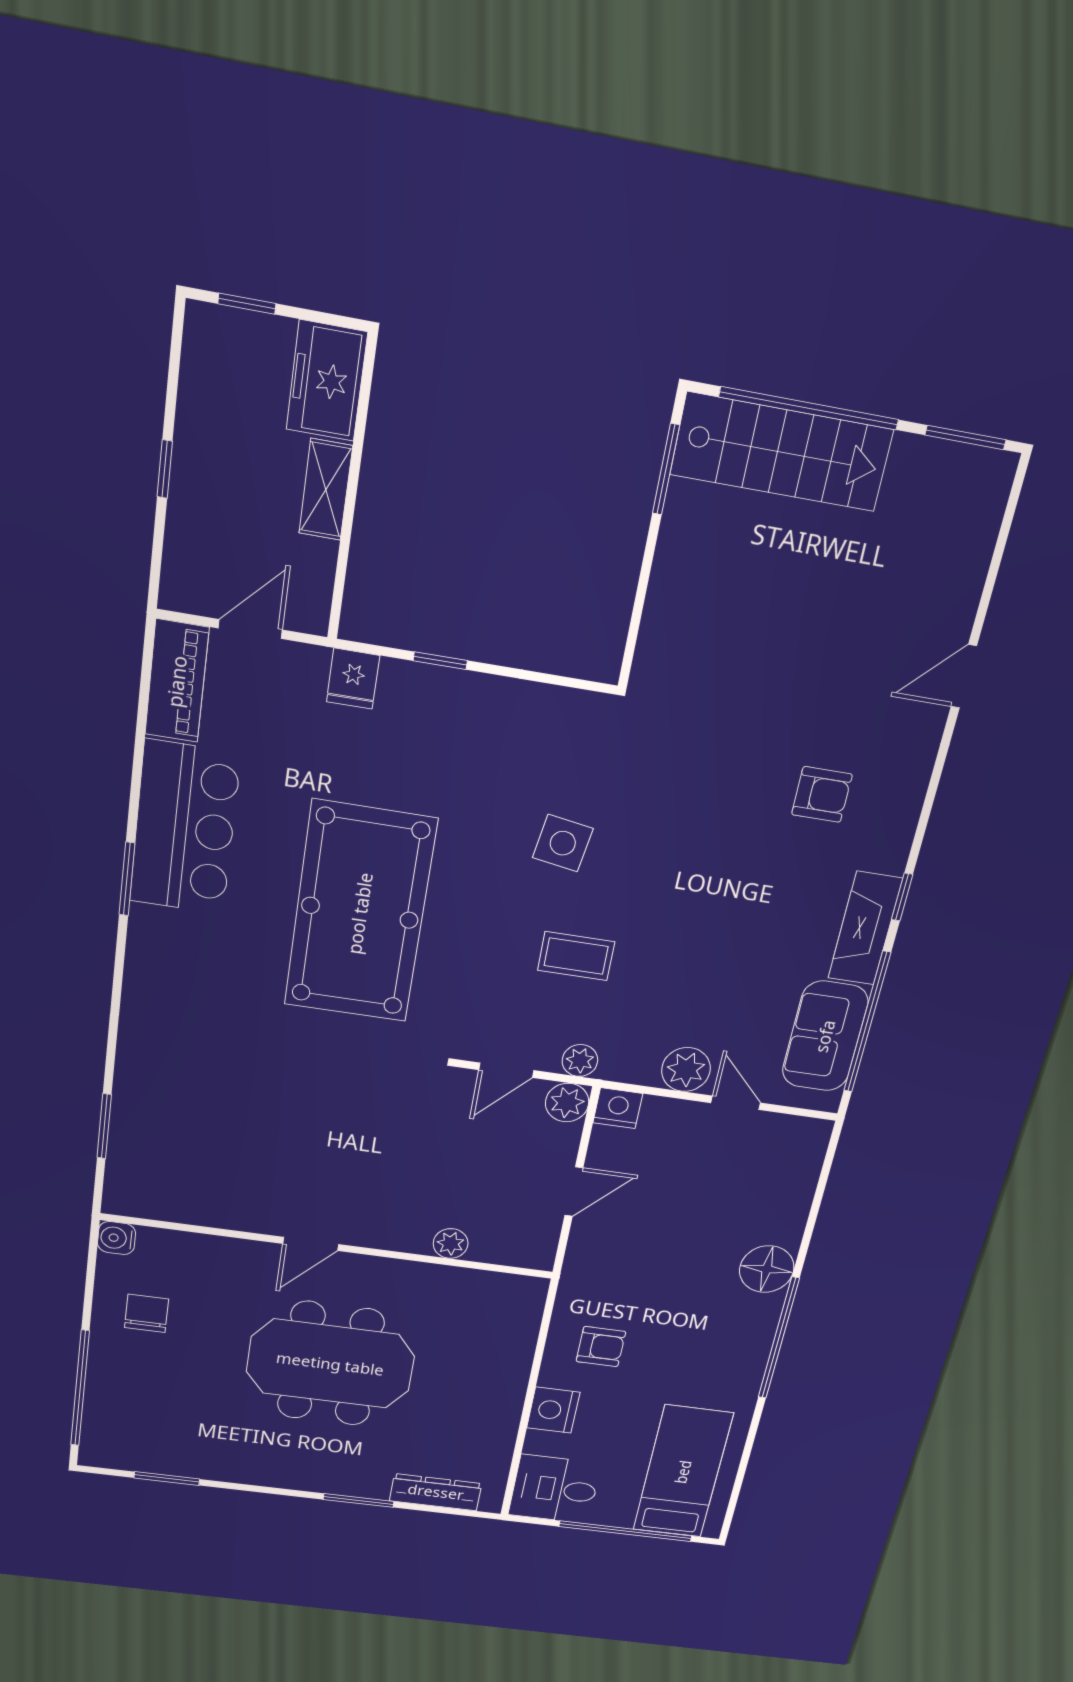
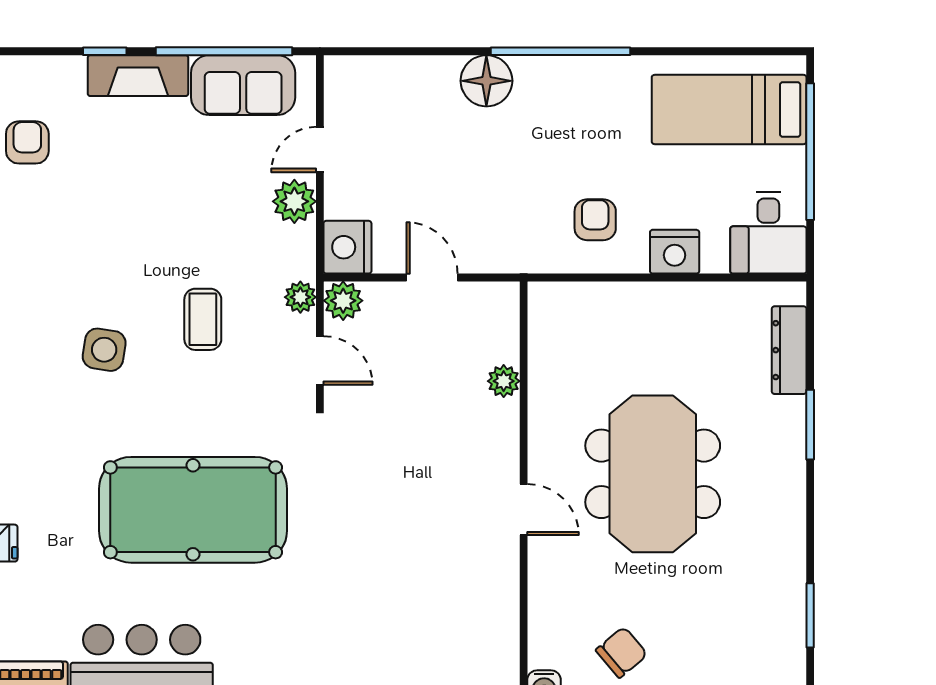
nightstand: (618, 1108) -> (347, 247), width x1.36, depth x1.33
chair: (147, 1313) -> (622, 652), turned 140

